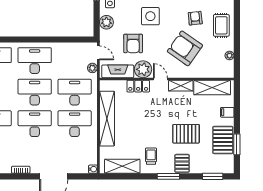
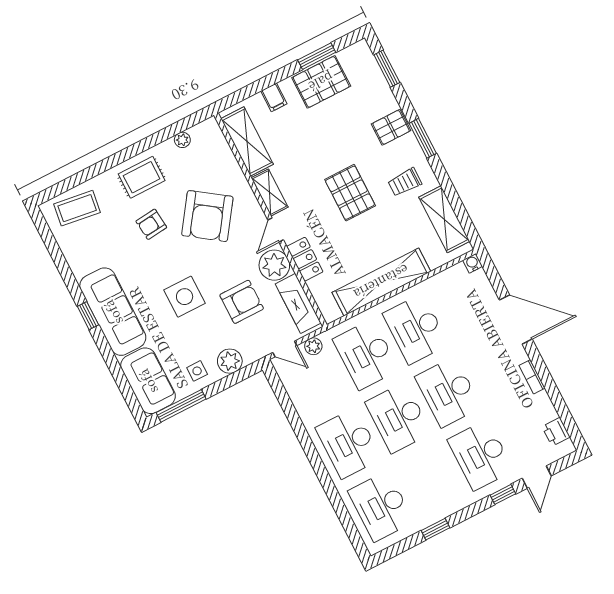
door: (98, 53) -> (285, 349), swing flipped
pallet: (186, 134) -> (350, 193), moved

